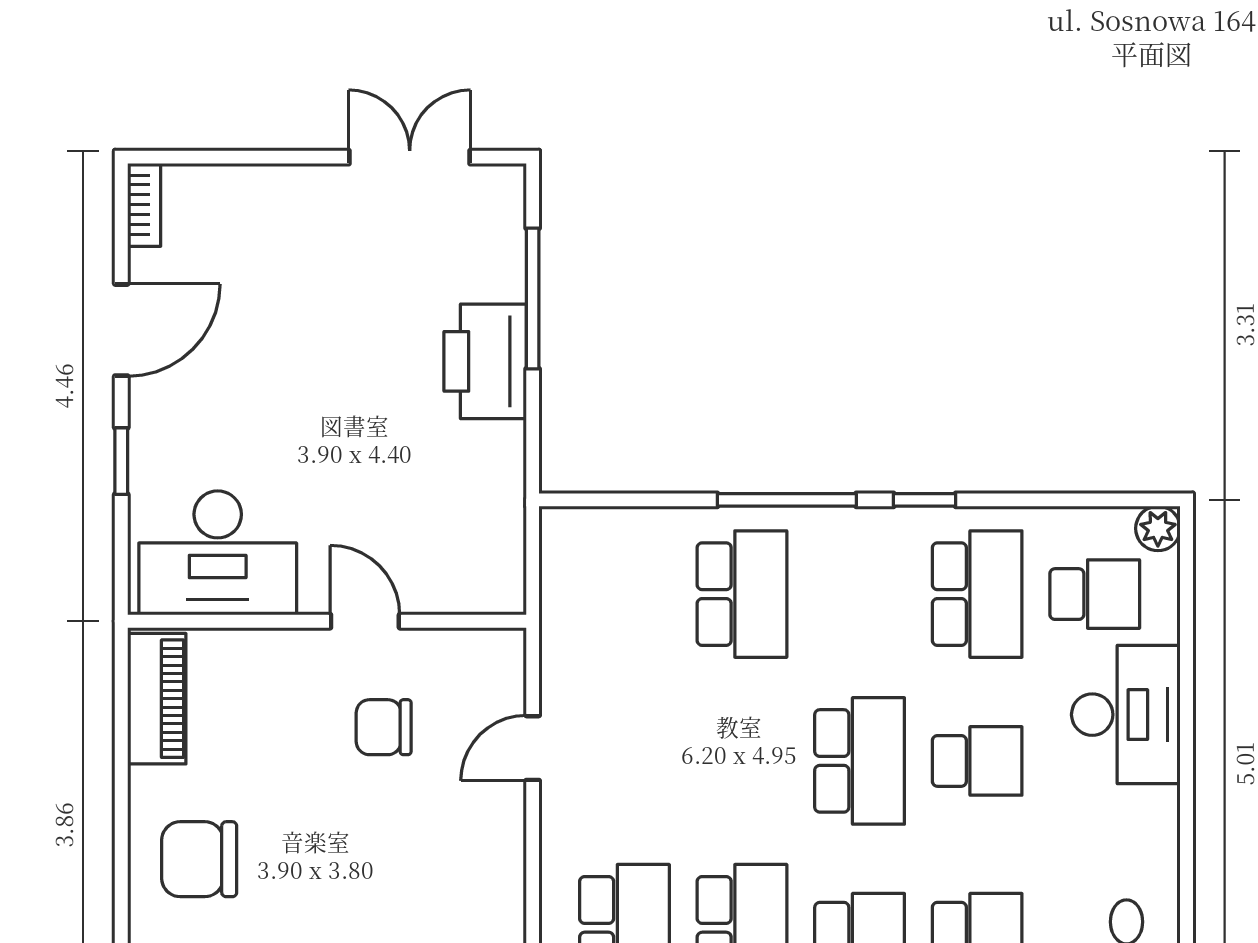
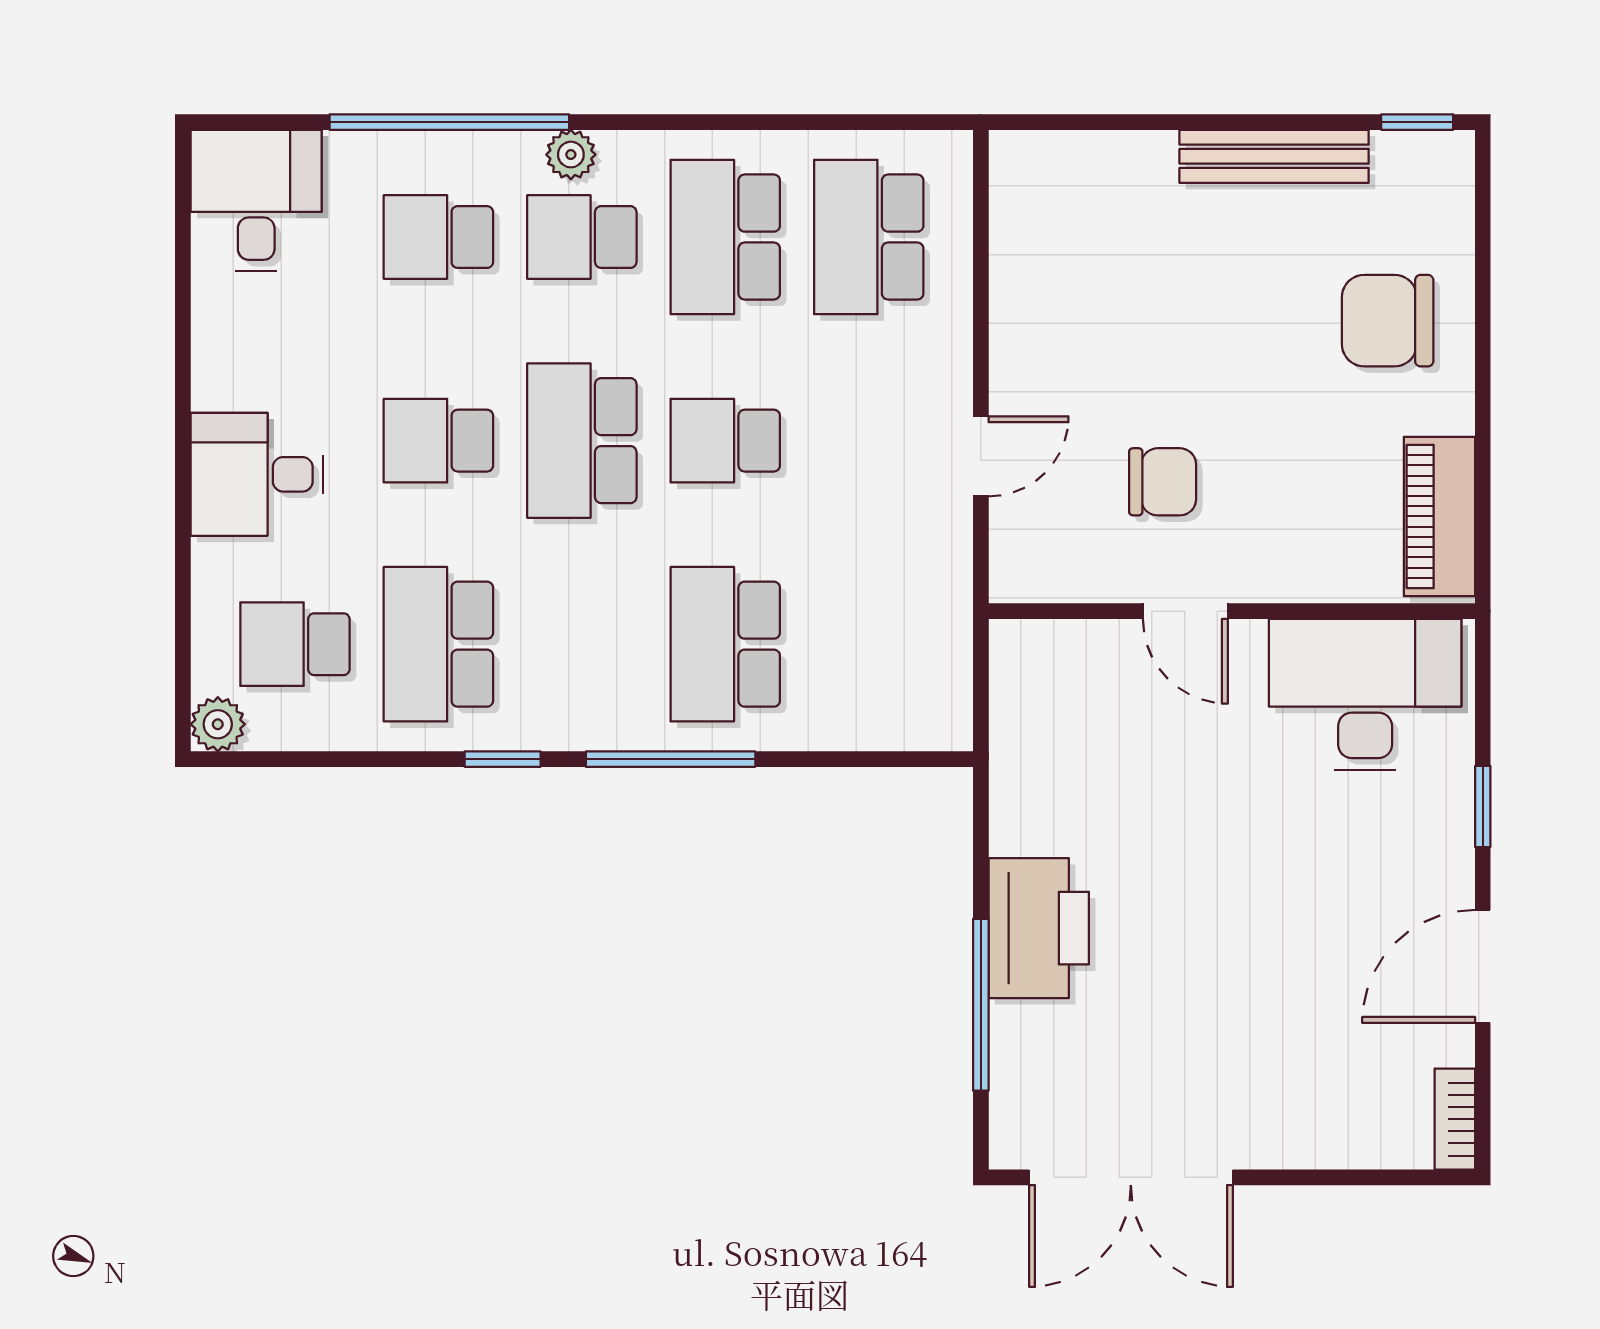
double door: (410, 157) -> (1131, 1177), width x1.37
desk: (1126, 715) -> (257, 474), width x0.73
school desk: (742, 761) -> (725, 441), added
chair: (199, 859) -> (1388, 321), turned 180

